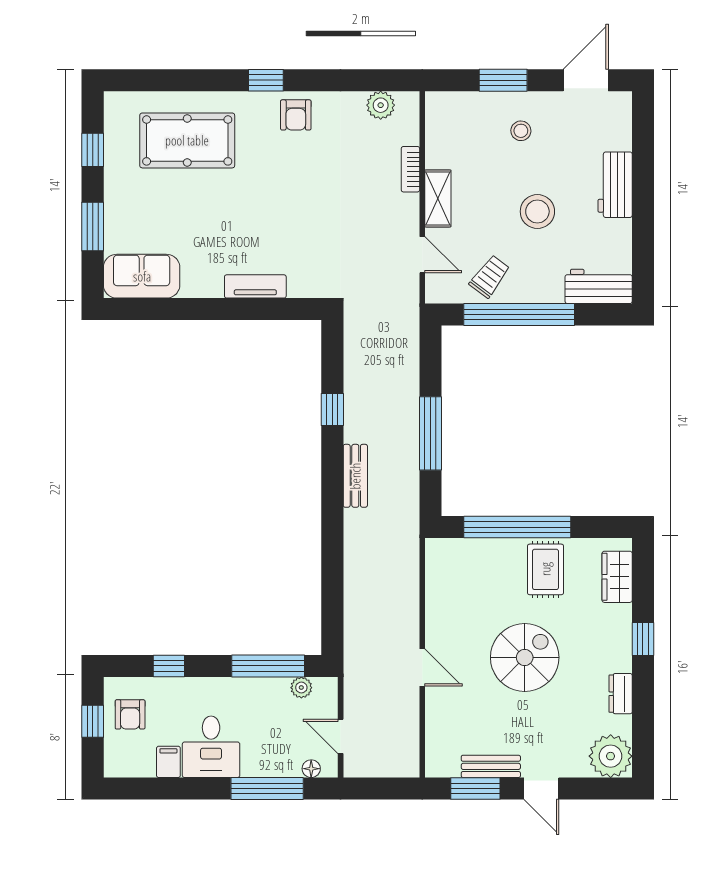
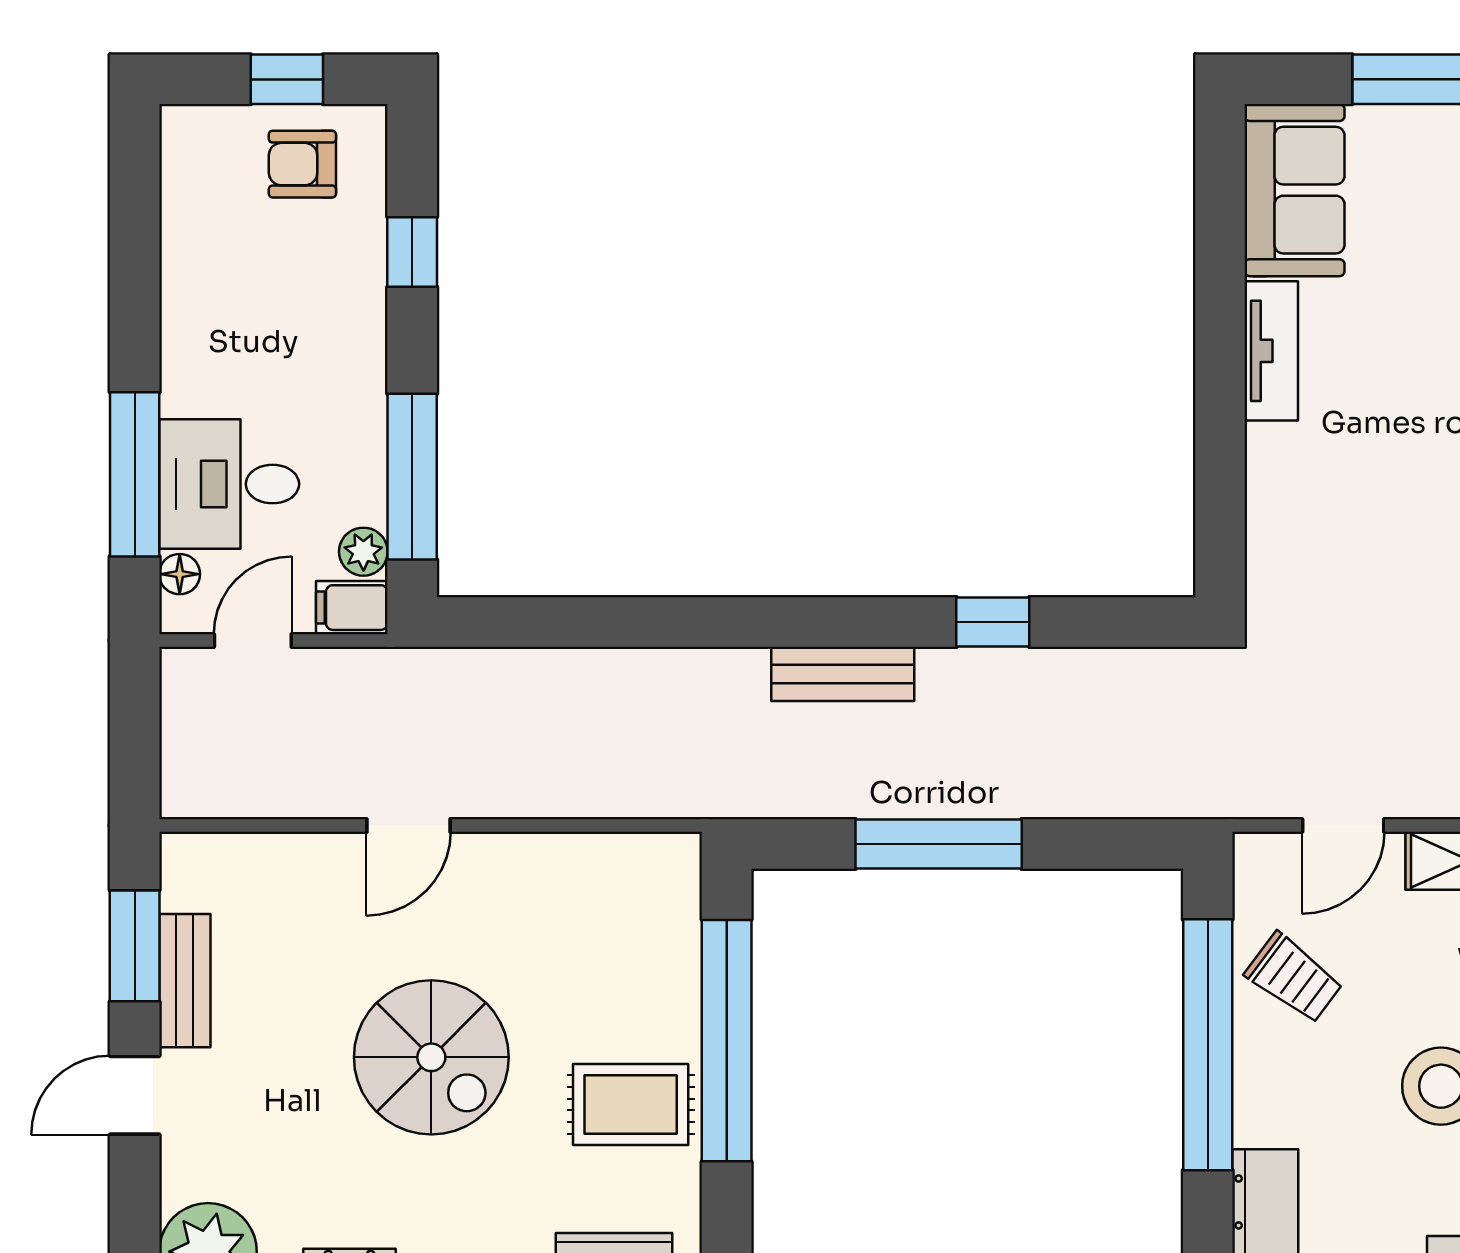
tv unit: (255, 286) -> (1271, 351), moved
desk: (211, 747) -> (229, 484), moved
filing cabinet: (168, 762) -> (352, 608), moved, turned 180

